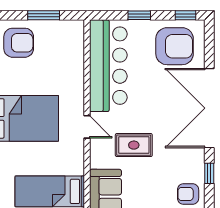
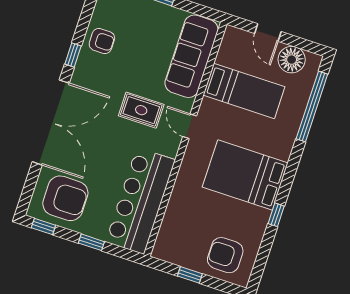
window: (44, 15) -> (190, 275), width x0.67
armchair: (175, 46) -> (65, 198), turned 180
door: (87, 127) -> (190, 126), moved

